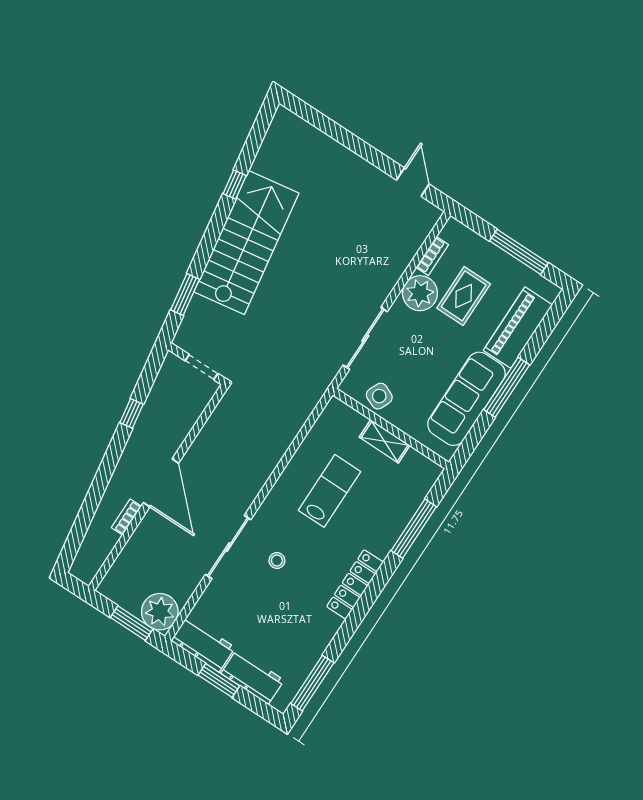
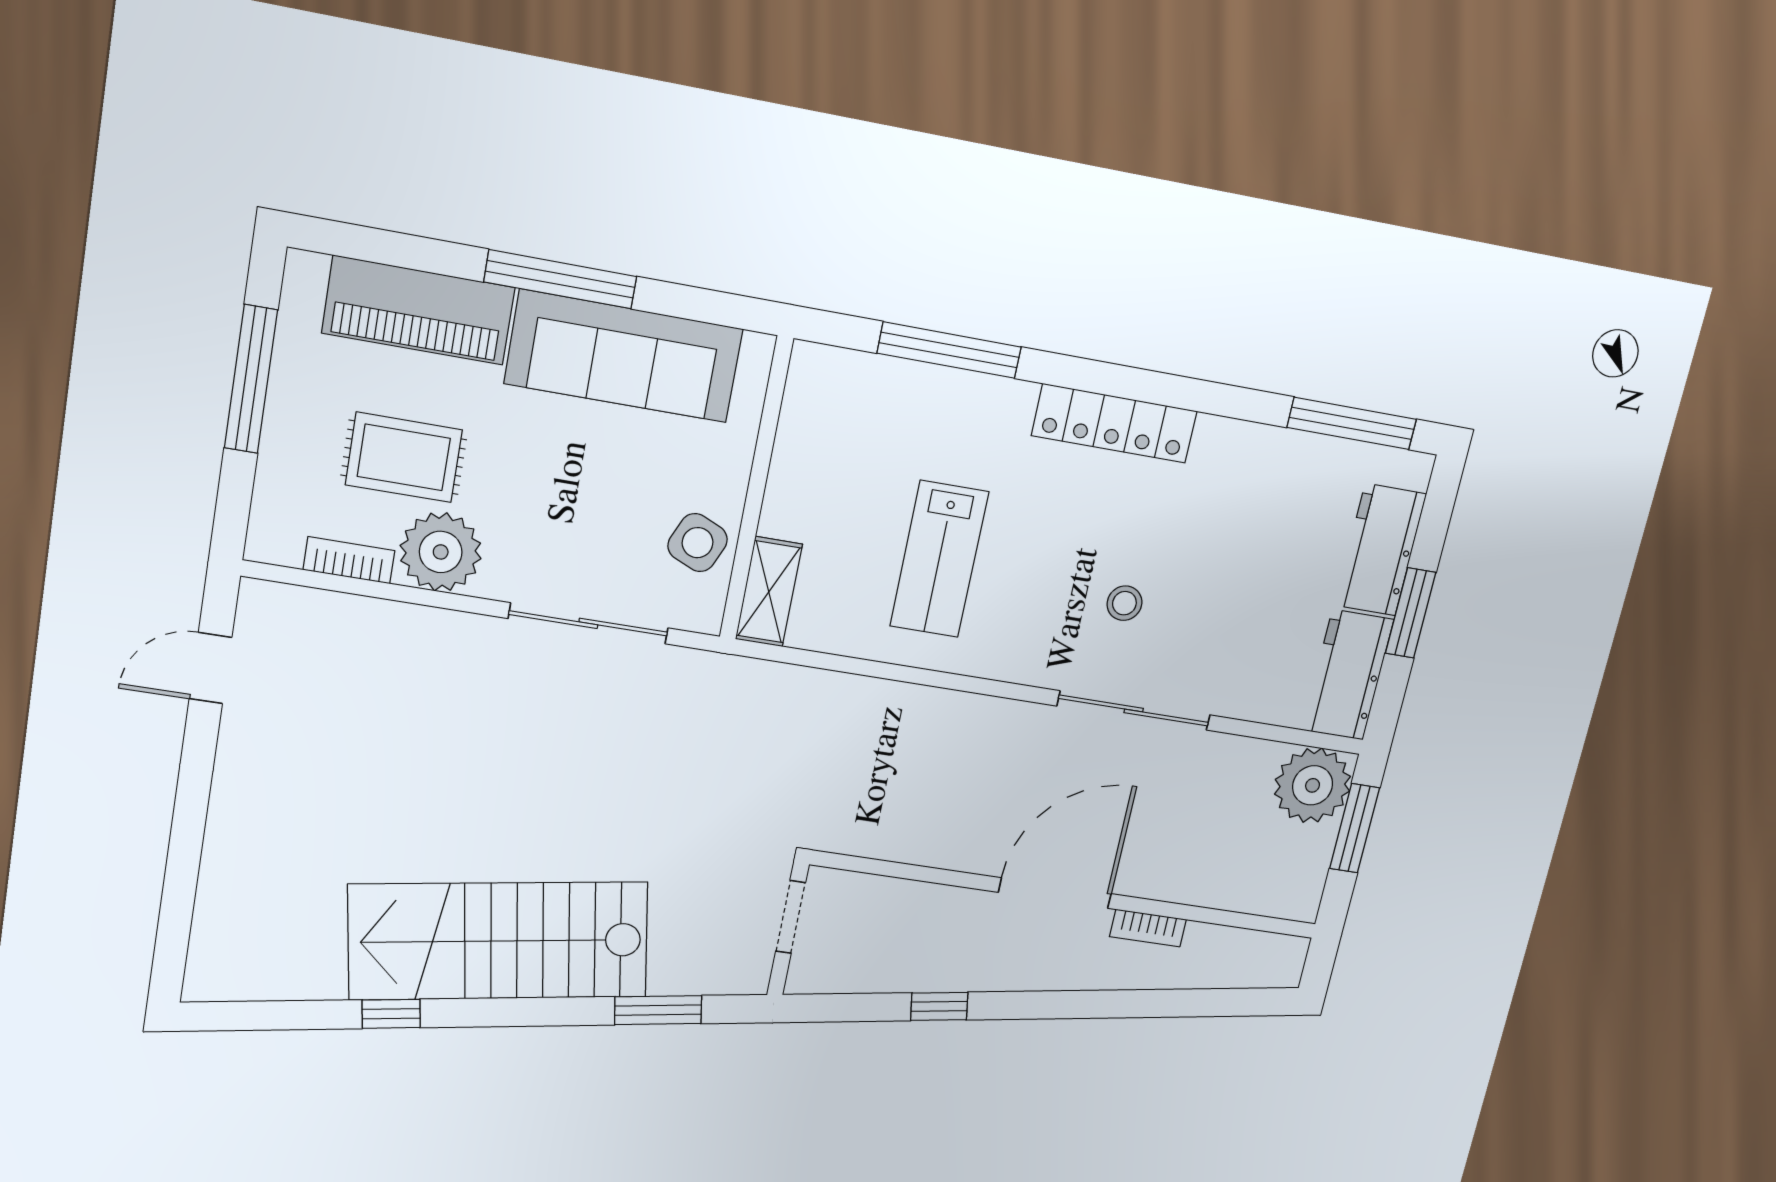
shelving: (385, 441) -> (769, 592), moved
lab bench: (329, 491) -> (939, 559), turned -90

